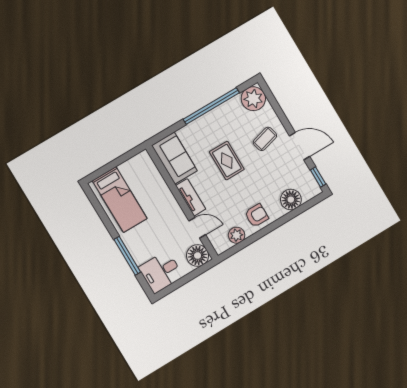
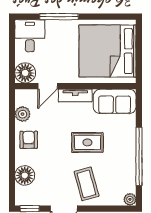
plant: (253, 99) -> (130, 199), width x0.53, depth x0.53
coffee table: (265, 139) -> (86, 184), width x1.36, depth x1.30
bed: (120, 200) -> (108, 51), width x2.04
armchair: (257, 215) -> (29, 140), turned 180

